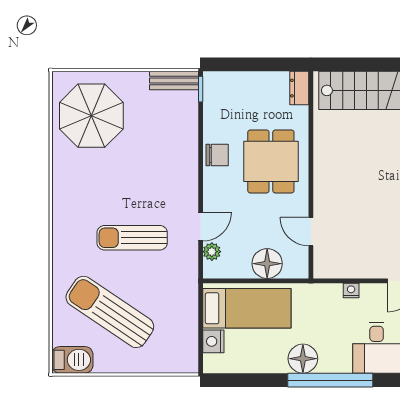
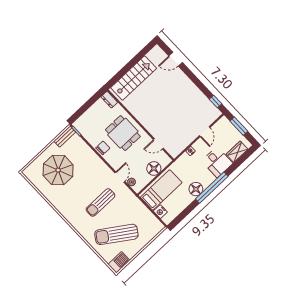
parasol: (91, 116) -> (58, 170), moved

